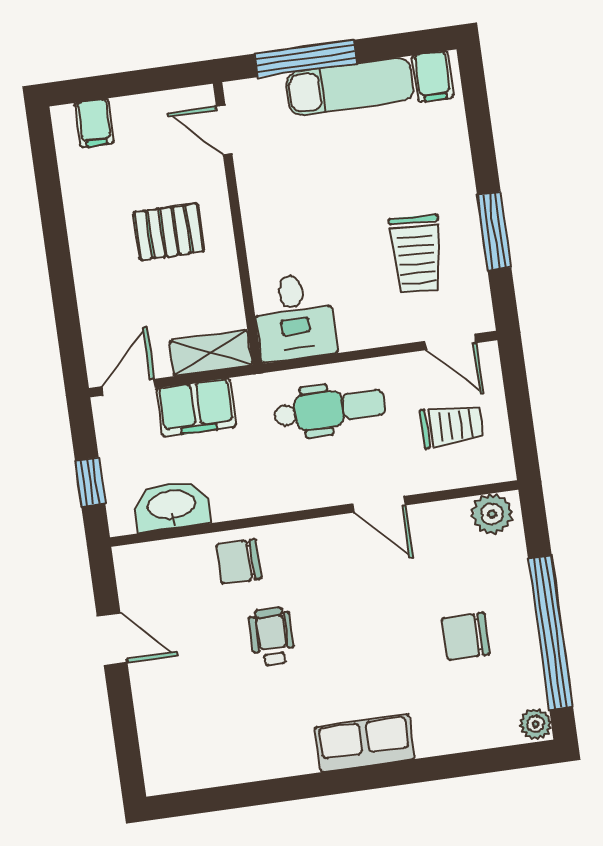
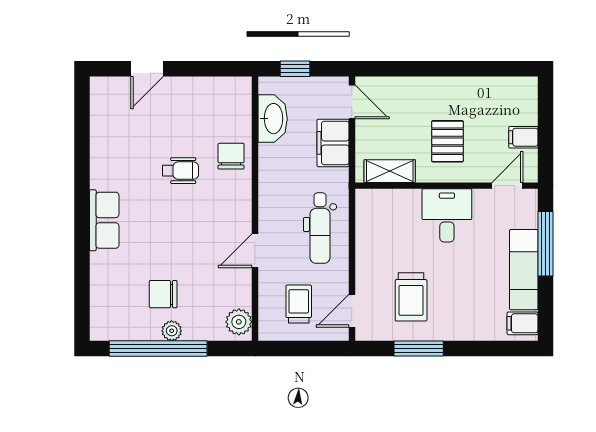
filing cabinet: (94, 123) -> (523, 137), moved
trolley: (416, 254) -> (411, 297), turned -93
desk: (294, 317) -> (447, 215), moved, turned 90
shelving: (211, 353) -> (390, 171), moved, turned 90
trolley: (452, 426) -> (299, 304), turned 180
chair: (466, 636) -> (163, 294), turned -90
door: (112, 639) -> (147, 69), moved
plant: (536, 724) -> (172, 331), moved

